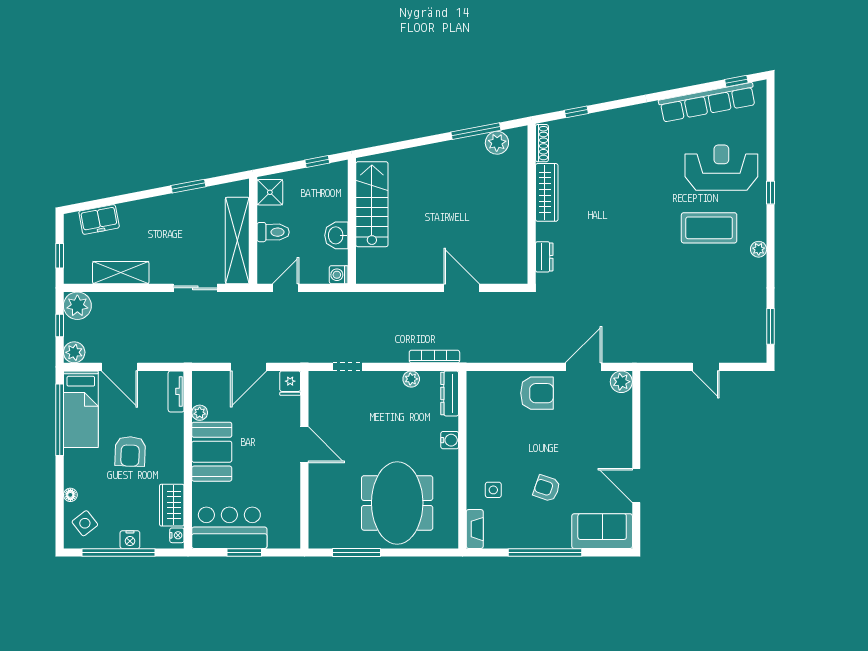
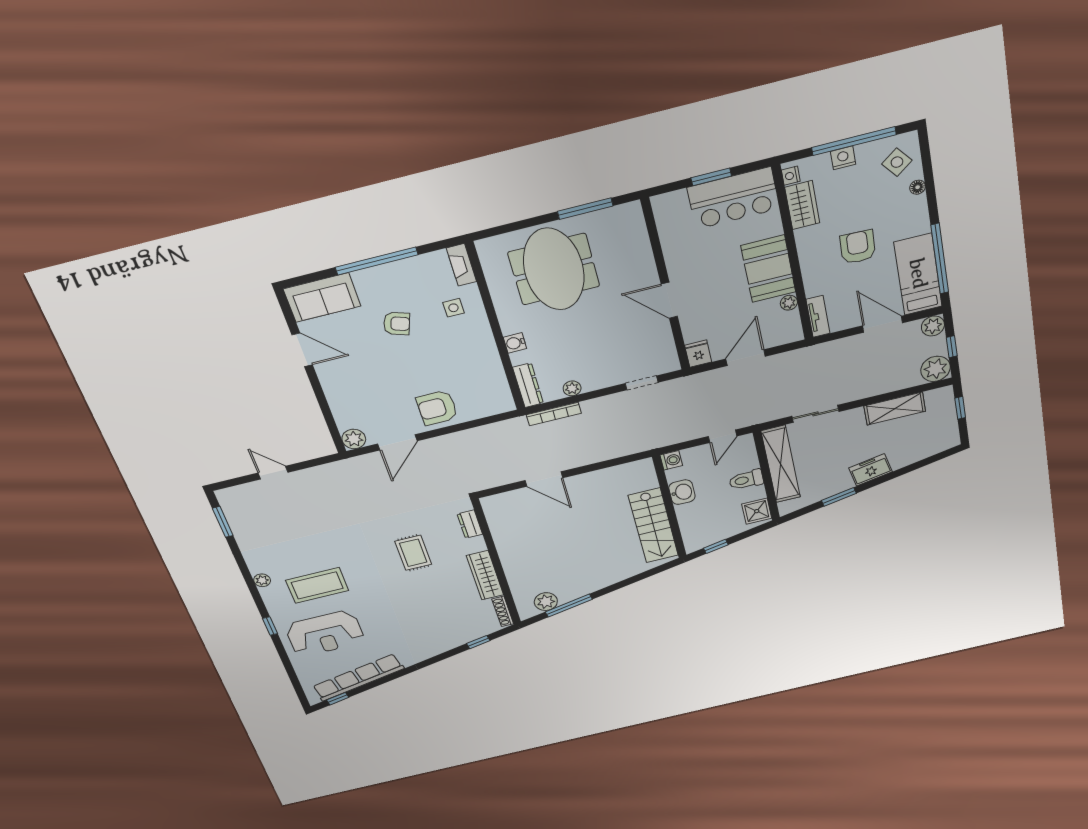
freezer: (99, 220) -> (870, 470), moved
rug: (607, 239) -> (413, 553), added

